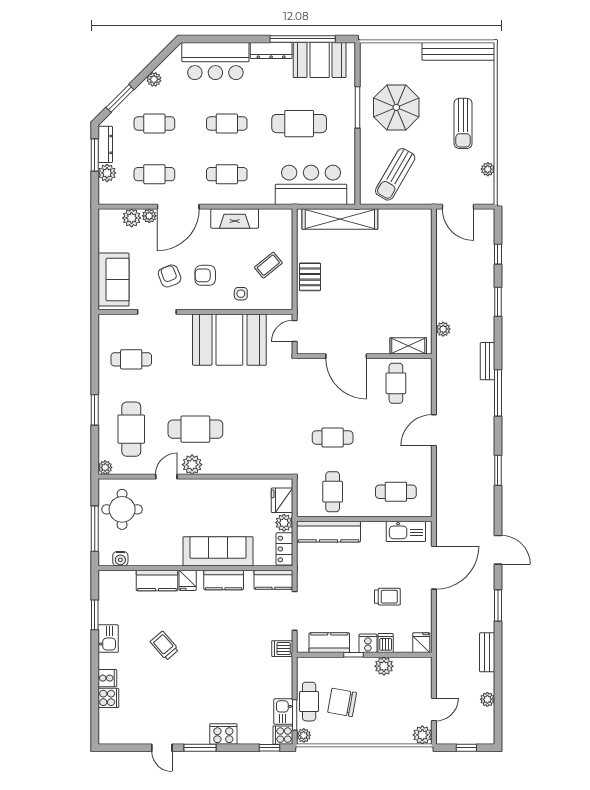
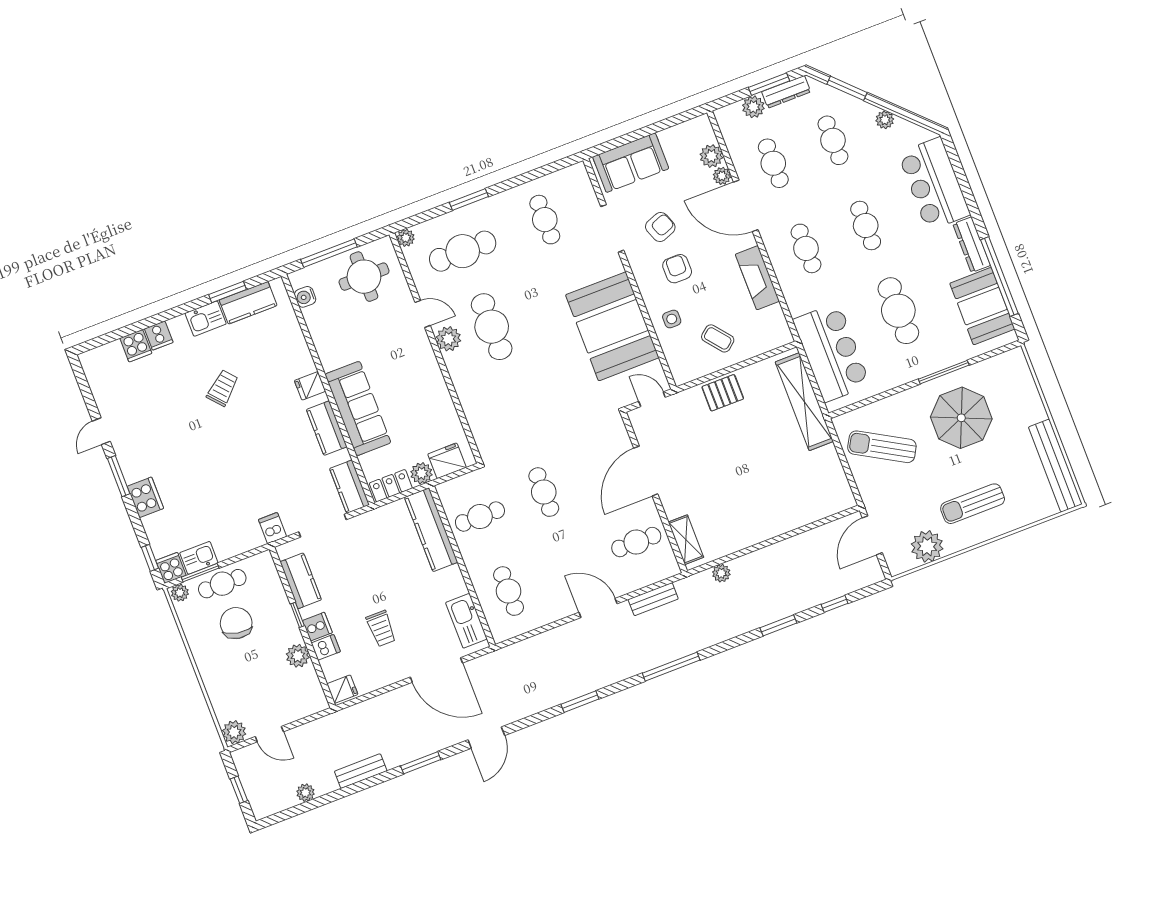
plant: (488, 169) -> (927, 546), width x1.87, depth x1.87
bench: (487, 361) -> (653, 599), moved
kitchen counter: (157, 581) -> (248, 303), moved, turned -90

